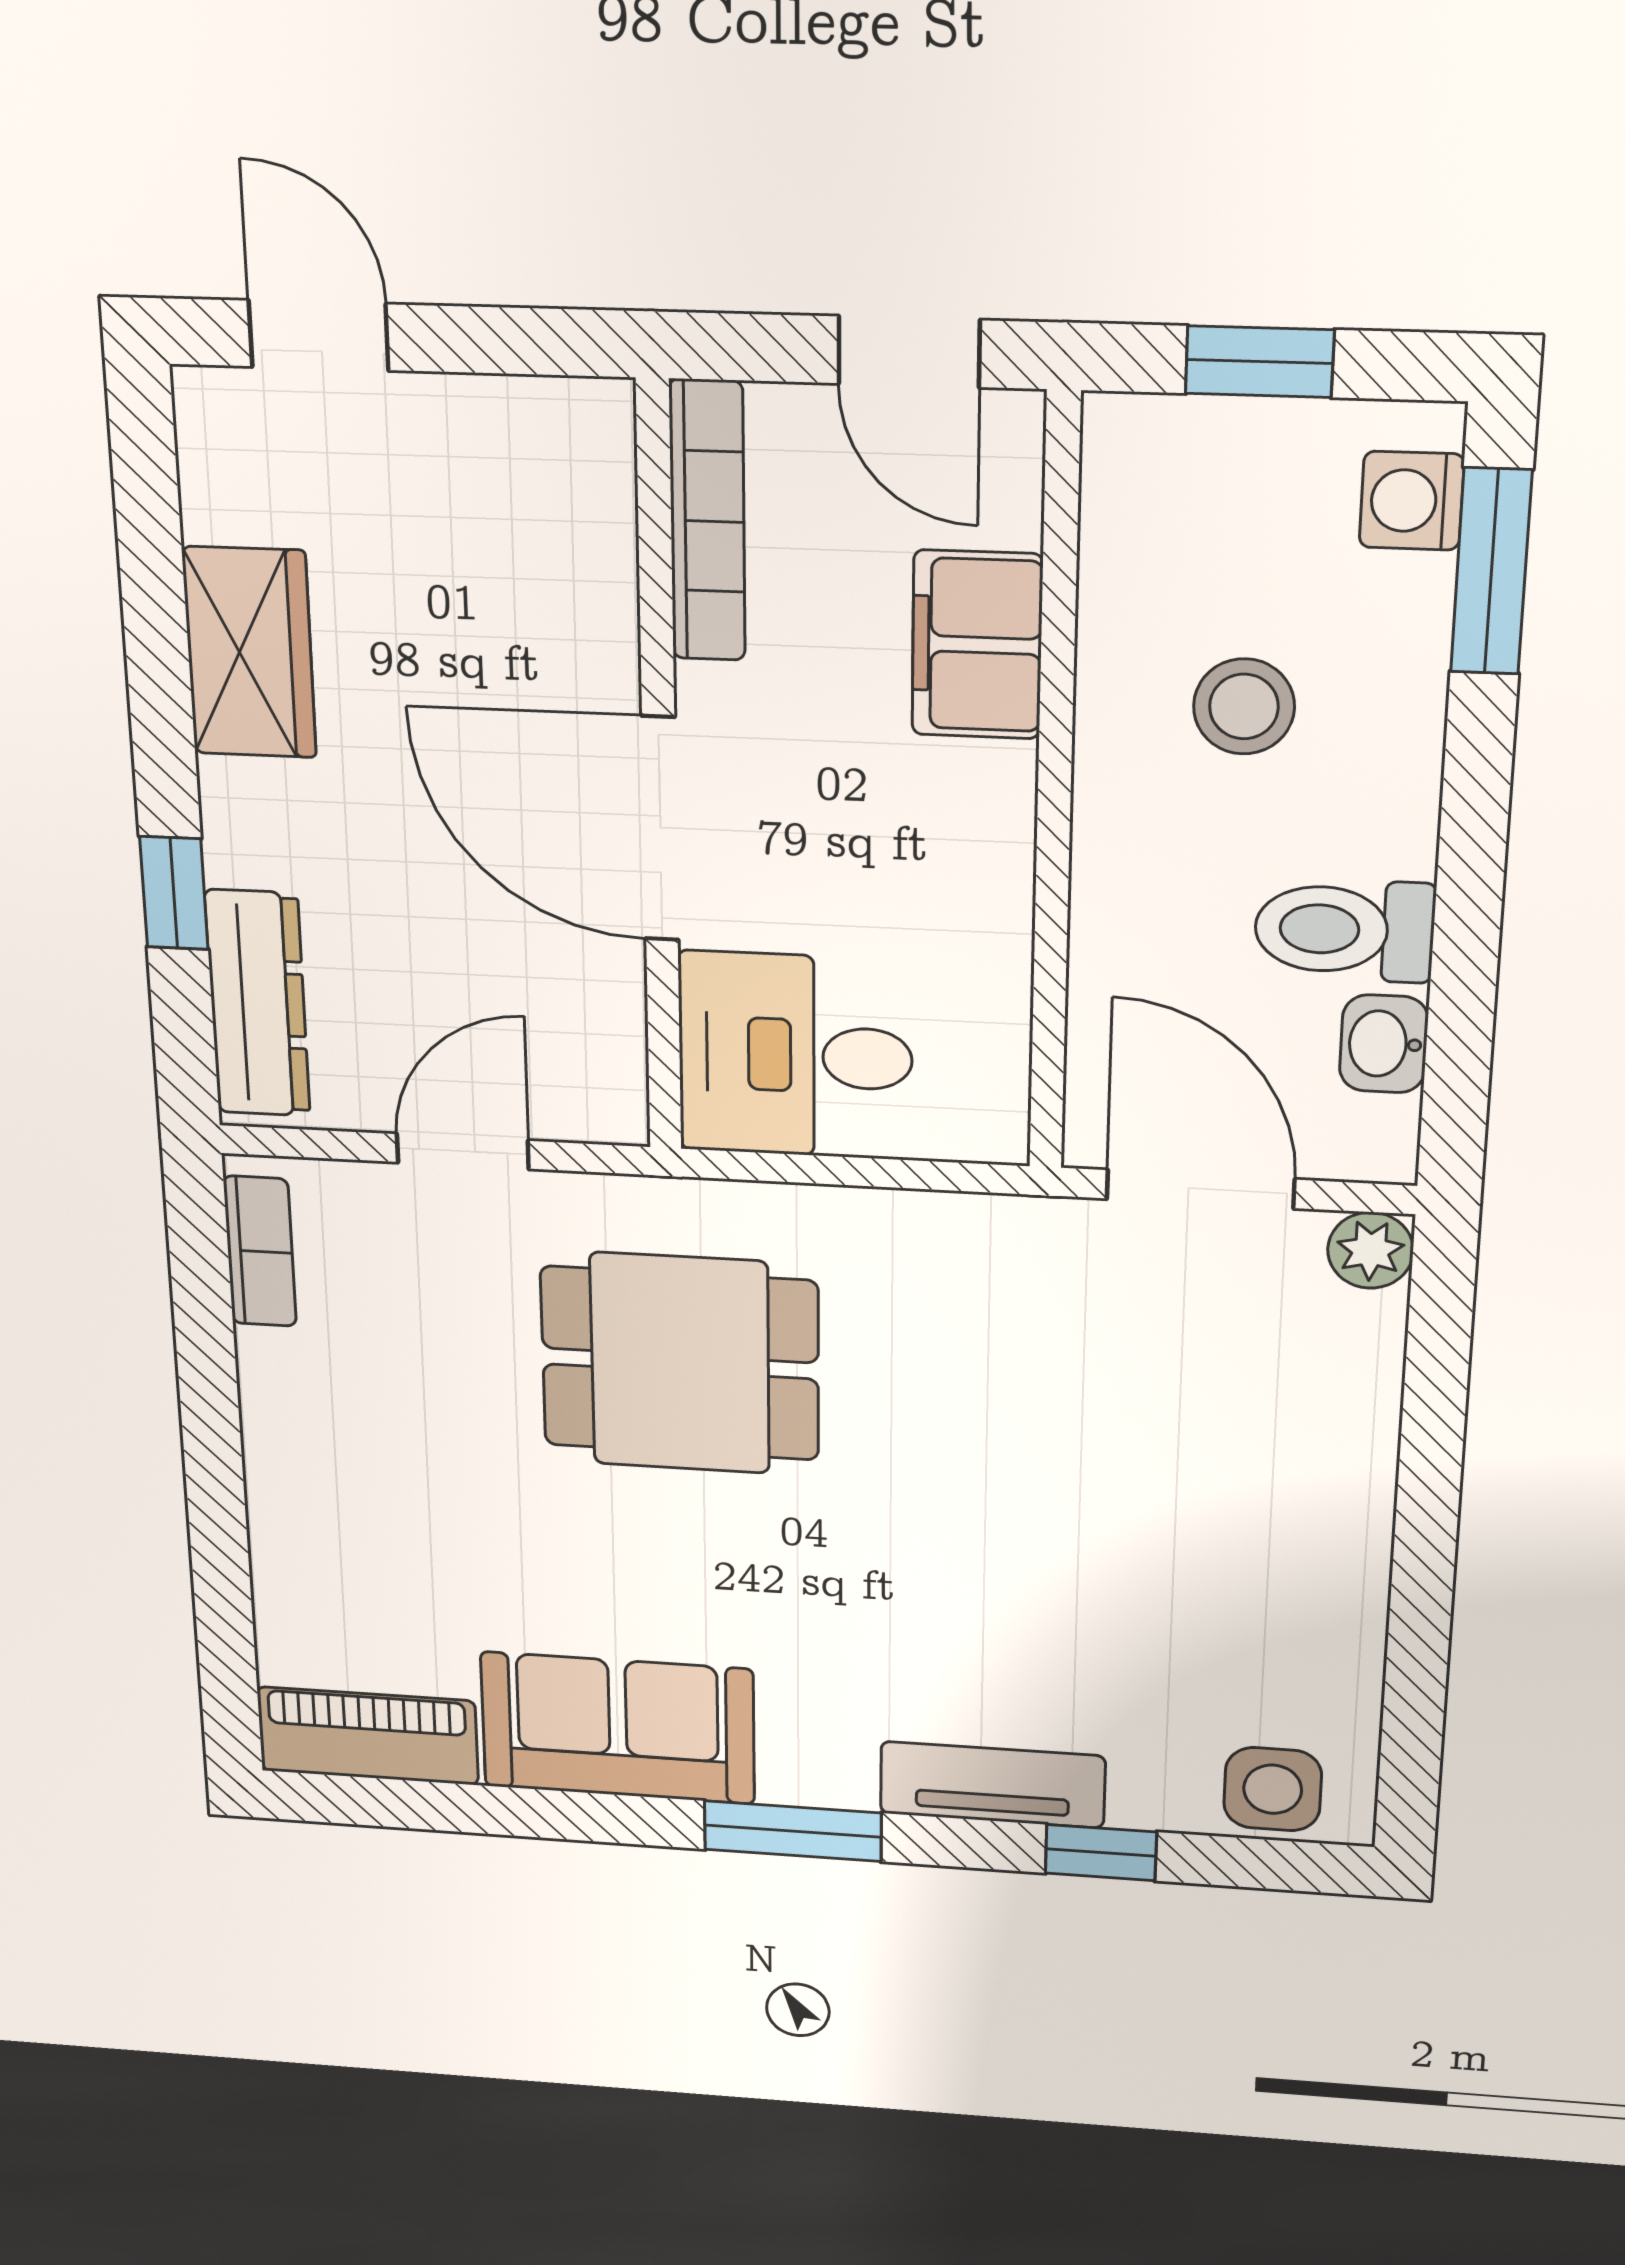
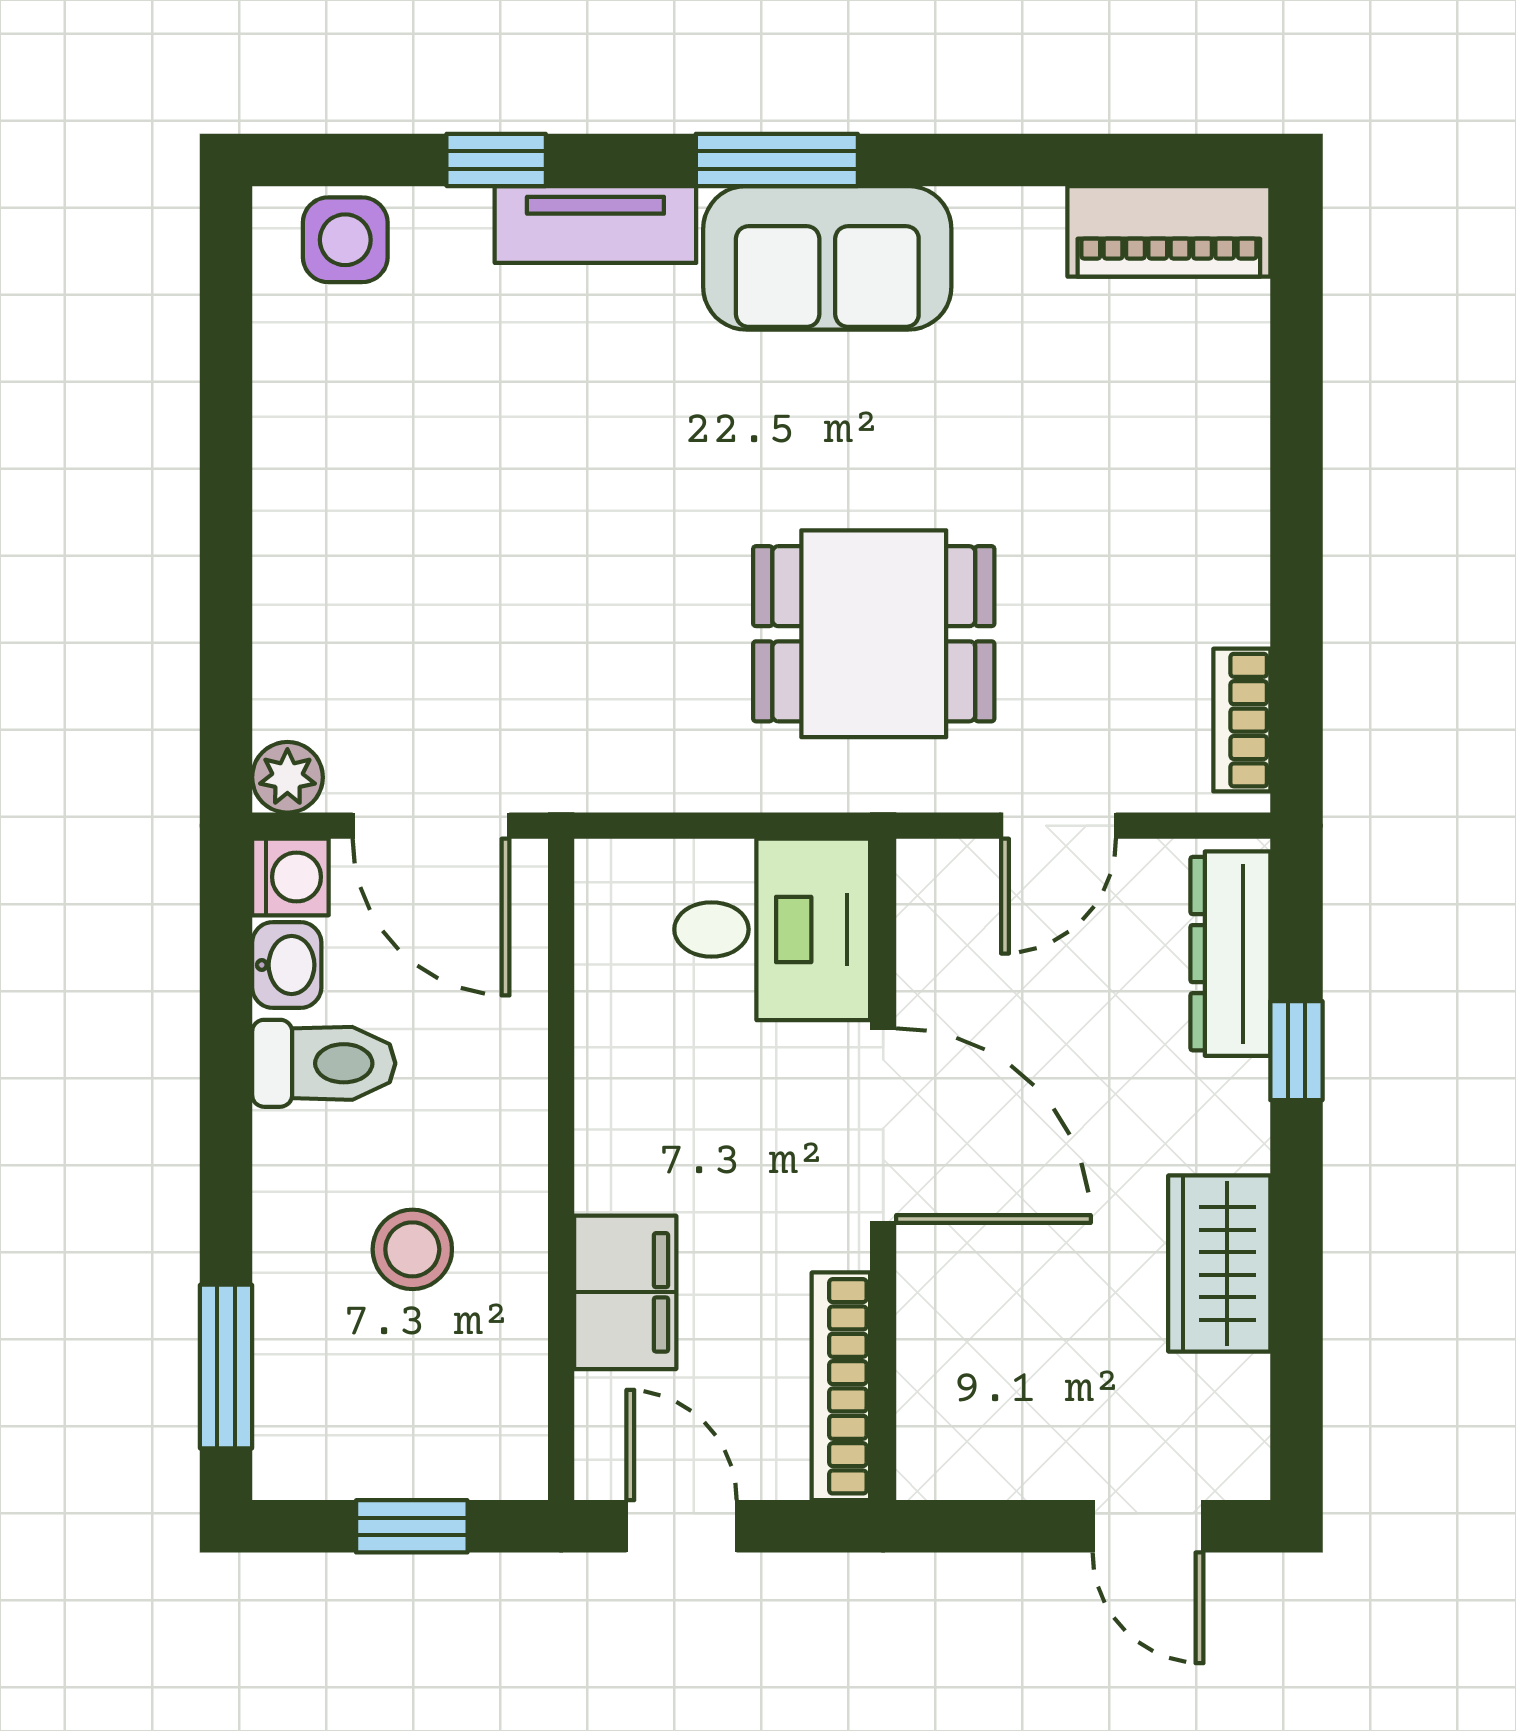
washing machine: (1412, 501) -> (290, 877), moved
sofa: (618, 1728) -> (827, 258), moved

